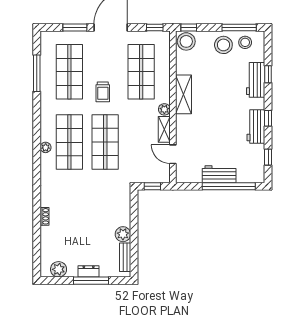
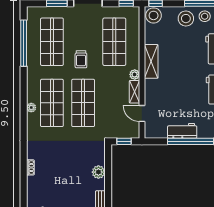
window: (37, 73) -> (24, 43), width x1.46
plant: (123, 234) -> (98, 172), moved

